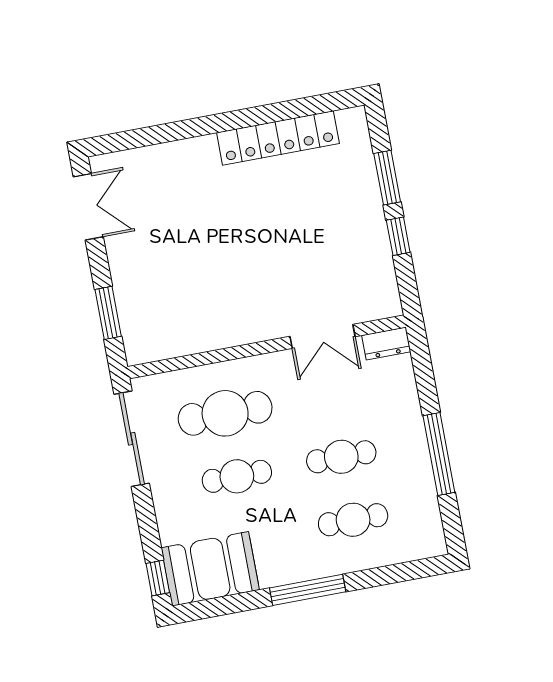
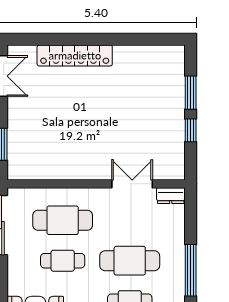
locker: (278, 138) -> (75, 55), moved
double door: (323, 336) -> (132, 184), swing flipped
cafe table: (341, 457) -> (130, 261), width x1.37, depth x1.35

